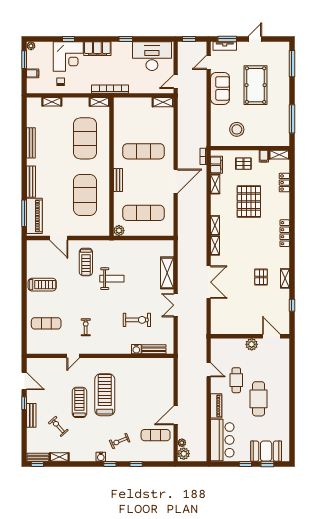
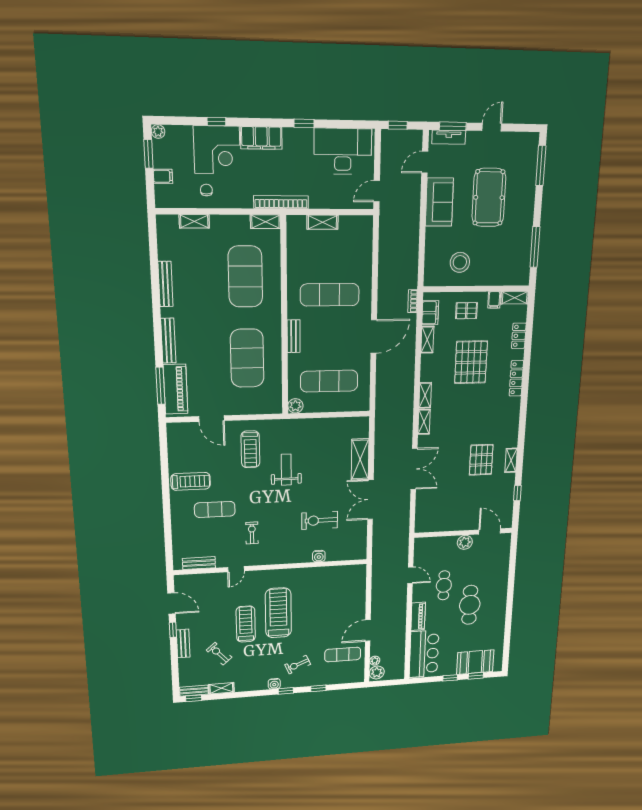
shelving: (163, 102) -> (322, 222), moved
locker: (285, 233) -> (516, 378), moved
pallet: (261, 277) -> (481, 460), width x1.50, depth x1.42
weight bench: (112, 279) -> (286, 470), turned -90
double door: (176, 305) -> (370, 500), width x1.37
exercise bike: (137, 320) -> (320, 520), turned 180
exercise mat: (46, 323) -> (215, 509), moved
bench: (154, 349) -> (199, 563), moved

